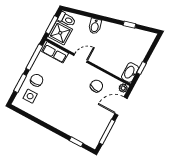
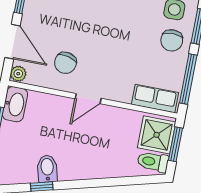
bidet: (95, 26) -> (47, 169), moved
door: (81, 58) -> (88, 99), moved
door: (121, 106) -> (12, 42), hinge flipped

